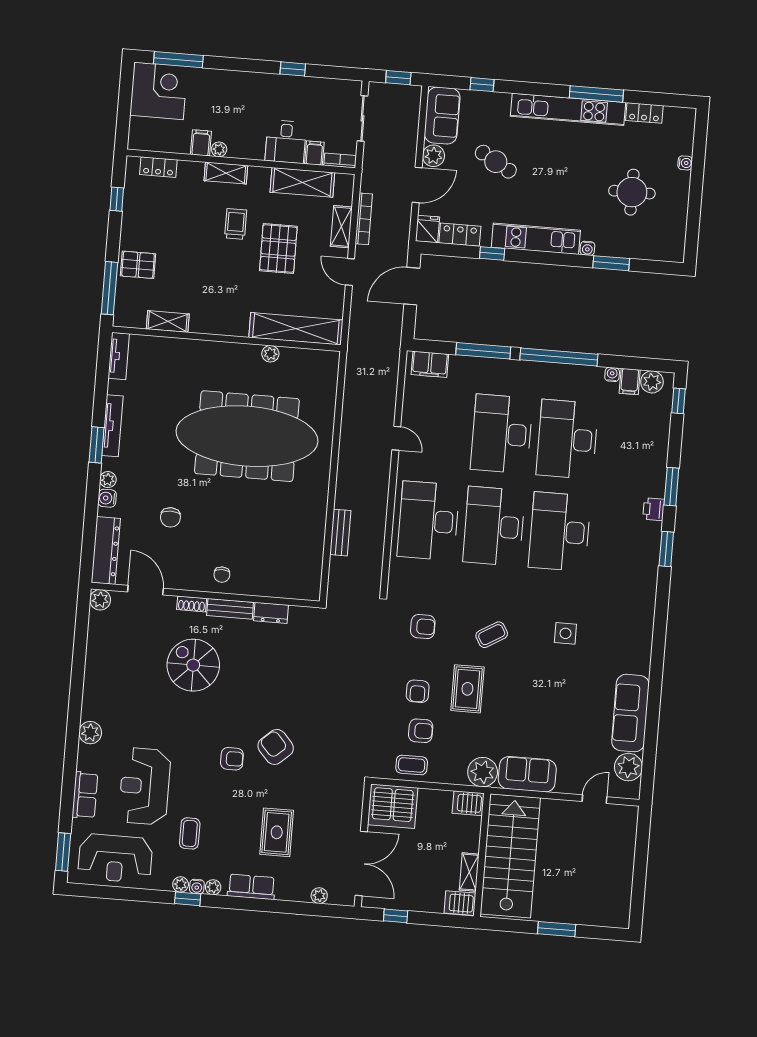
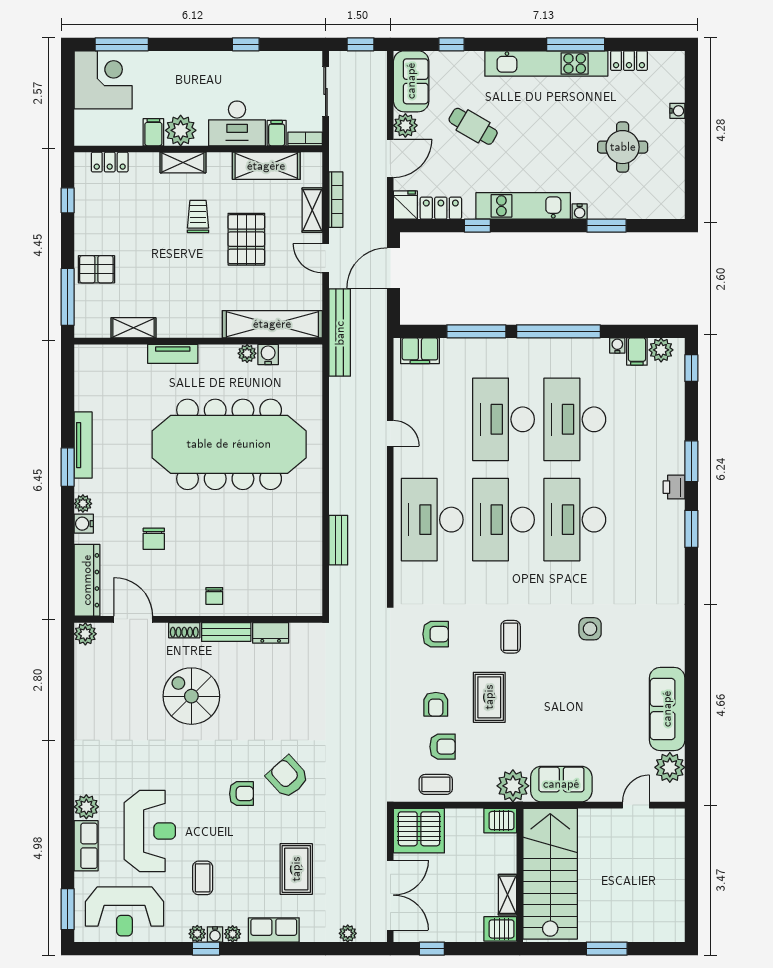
desk: (286, 142) -> (237, 123), width x1.37
plant: (219, 149) -> (181, 130), width x1.88, depth x1.88
bench: (357, 342) -> (340, 333), added
tv unit: (119, 356) -> (173, 354), moved, turned 90
water cooler: (290, 356) -> (268, 354), added
coffee table: (492, 635) -> (511, 637), turned -59
plant: (90, 733) -> (86, 807), moved
reception desk: (145, 786) -> (150, 831), turned 180

